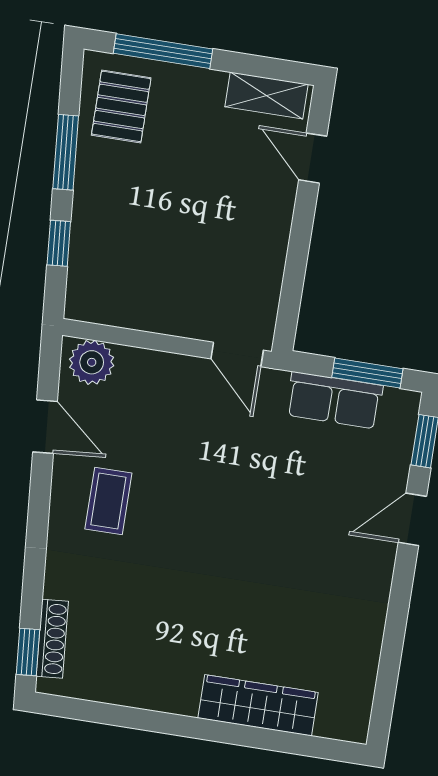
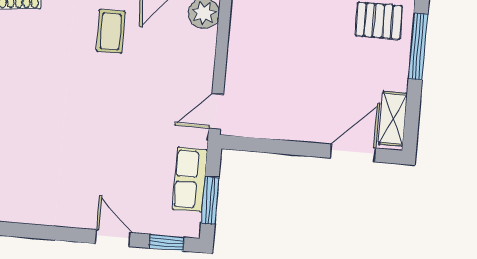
door: (313, 158) -> (353, 153), width x1.38
coffee table: (108, 501) -> (111, 31), turned 90

